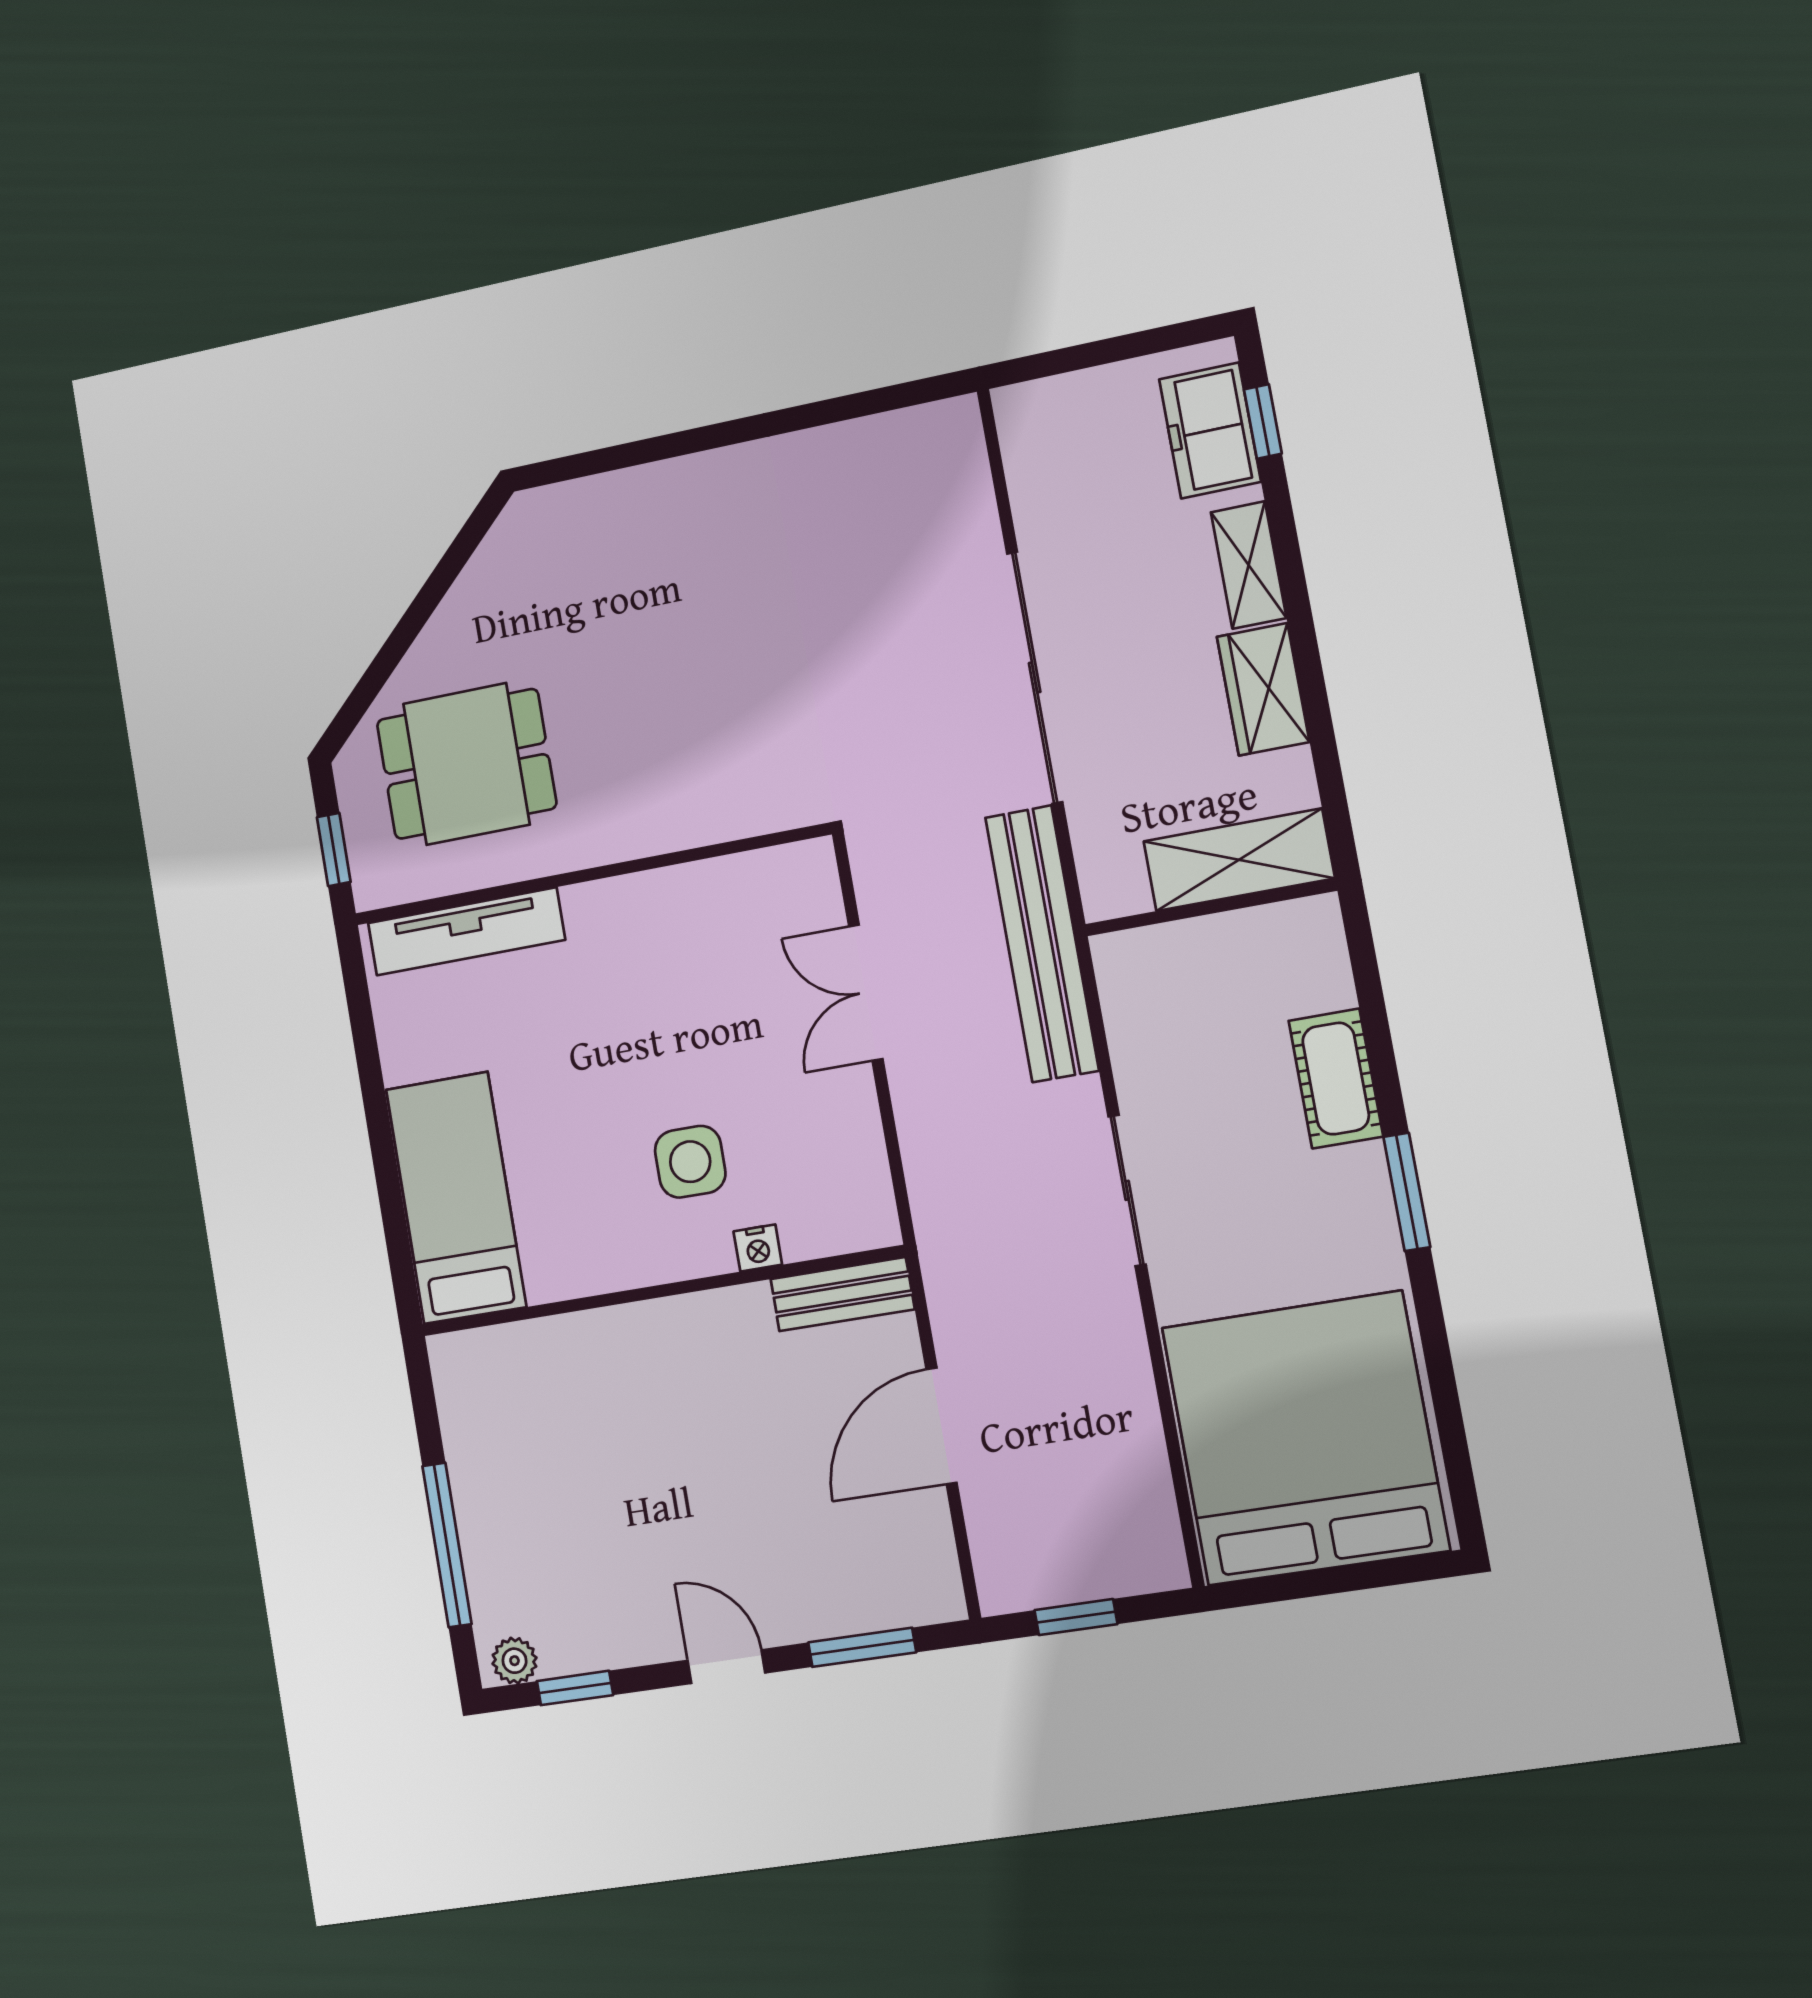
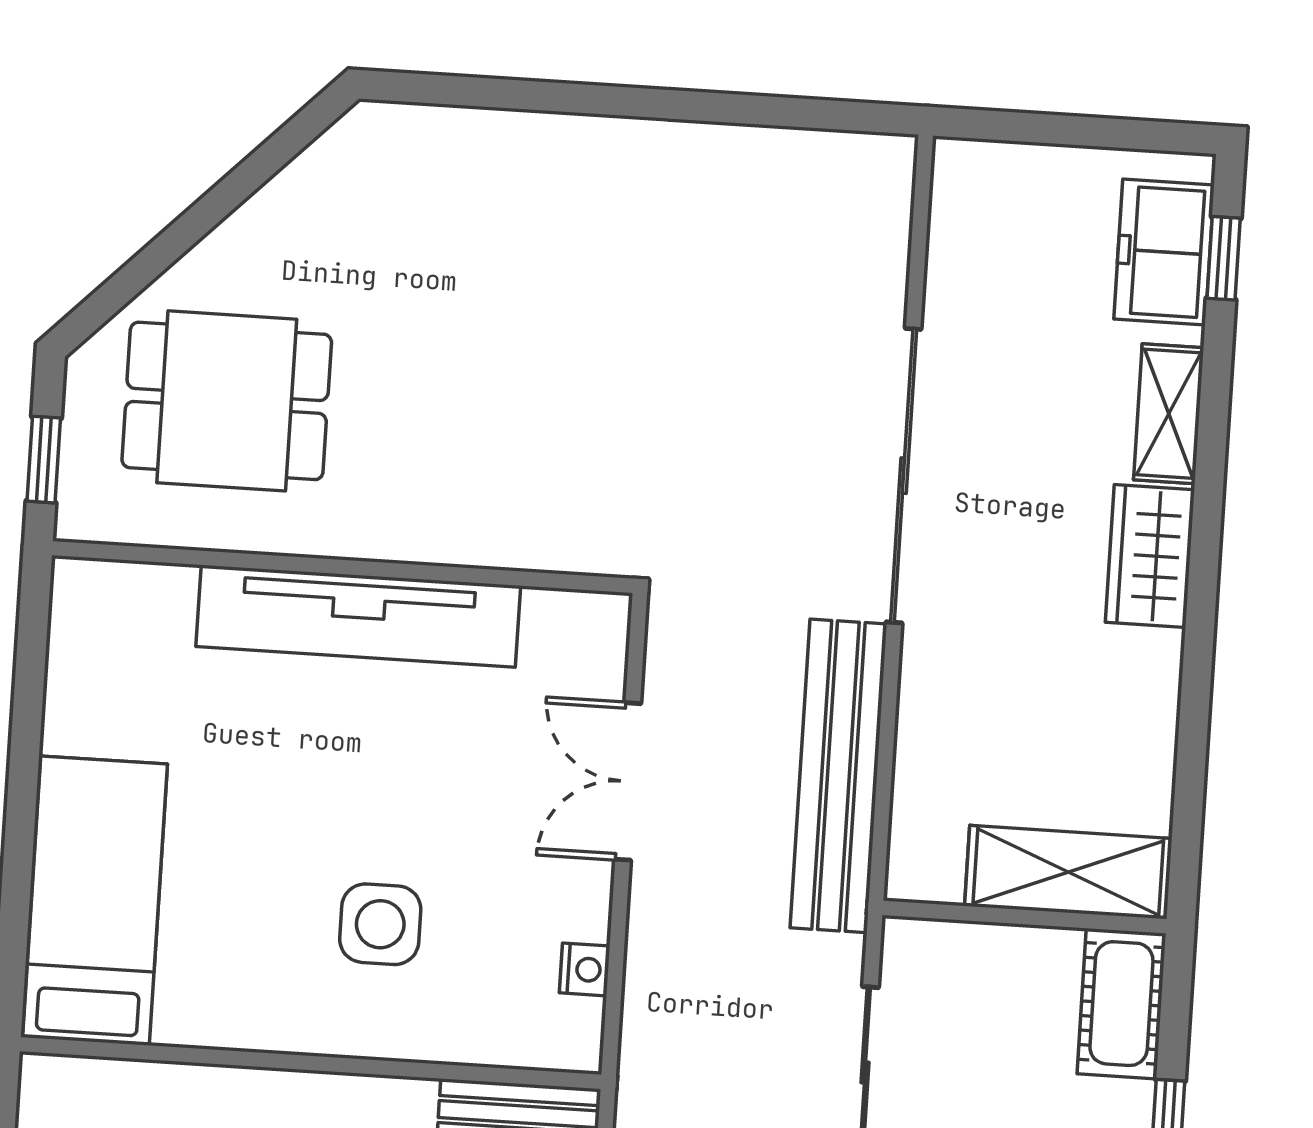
shelving: (1239, 860) -> (1068, 872), moved
wall: (1210, 908) -> (1024, 917), moved
tv unit: (466, 931) -> (358, 616), moved, width x1.36, depth x1.29
nightstand: (758, 1248) -> (585, 969), moved, turned -90

